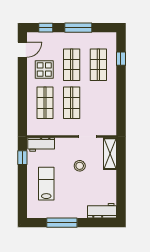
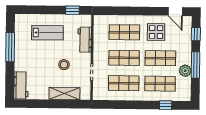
plant: (85, 38) -> (185, 71), added
shop shelf: (98, 103) -> (124, 83), added
workbench: (41, 144) -> (85, 40), moved
shelving: (110, 154) -> (64, 94), moved

